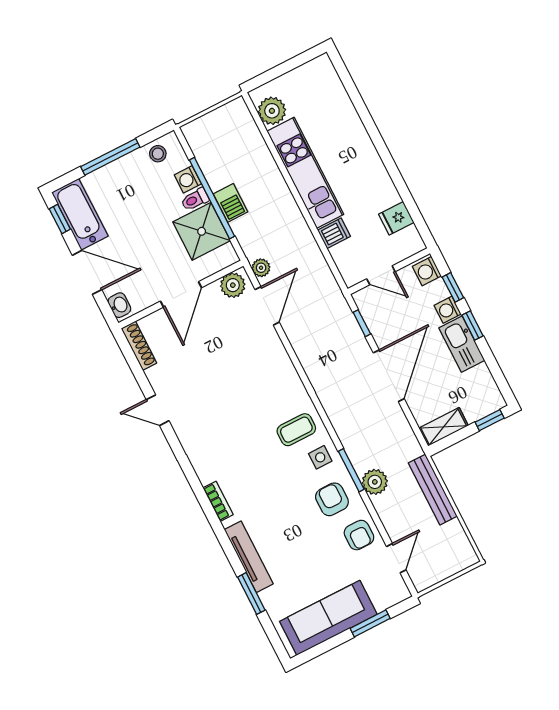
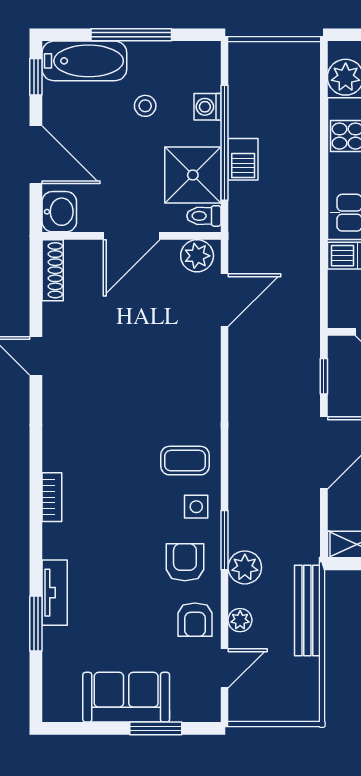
stool: (158, 154) -> (145, 106), moved
toilet: (195, 199) -> (204, 216), moved
bathtub: (80, 214) -> (84, 61), moved, turned 90
plant: (261, 268) -> (240, 620), moved
washbasin: (119, 305) -> (59, 212), width x1.38, depth x1.45
tv unit: (249, 557) -> (55, 593), width x0.71
sofa: (328, 618) -> (126, 697), width x0.73

